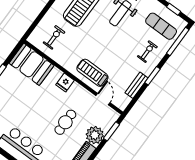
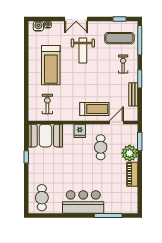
treadmill: (92, 73) -> (94, 109), turned 180
door: (103, 99) -> (116, 123), hinge flipped
cafe table: (65, 122) -> (101, 147), moved

